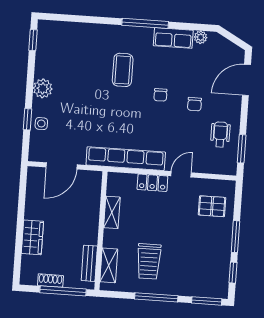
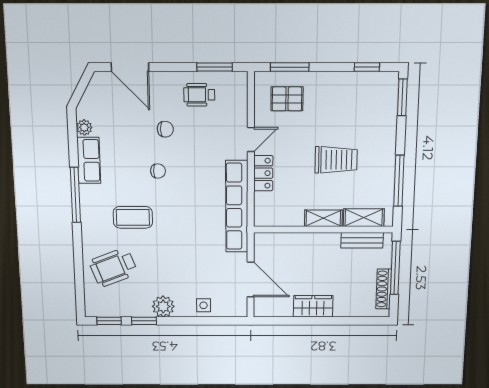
wheelchair: (80, 49) -> (113, 267), added
window: (27, 119) -> (144, 321), moved
door: (181, 174) -> (251, 139), swing flipped
pallet: (212, 206) -> (287, 99), turned 90
shelving: (112, 212) -> (323, 218), moved
wardrobe: (32, 237) -> (313, 306), moved
window: (235, 237) -> (290, 67), moved
trolley: (149, 261) -> (336, 160), moved
shoe rack: (50, 281) -> (384, 289), width x1.43
window: (156, 297) -> (399, 181), moved

